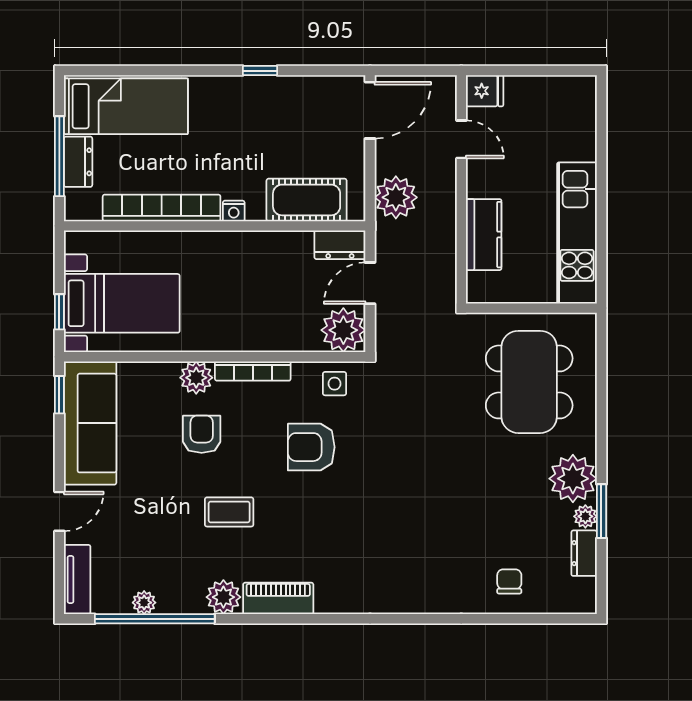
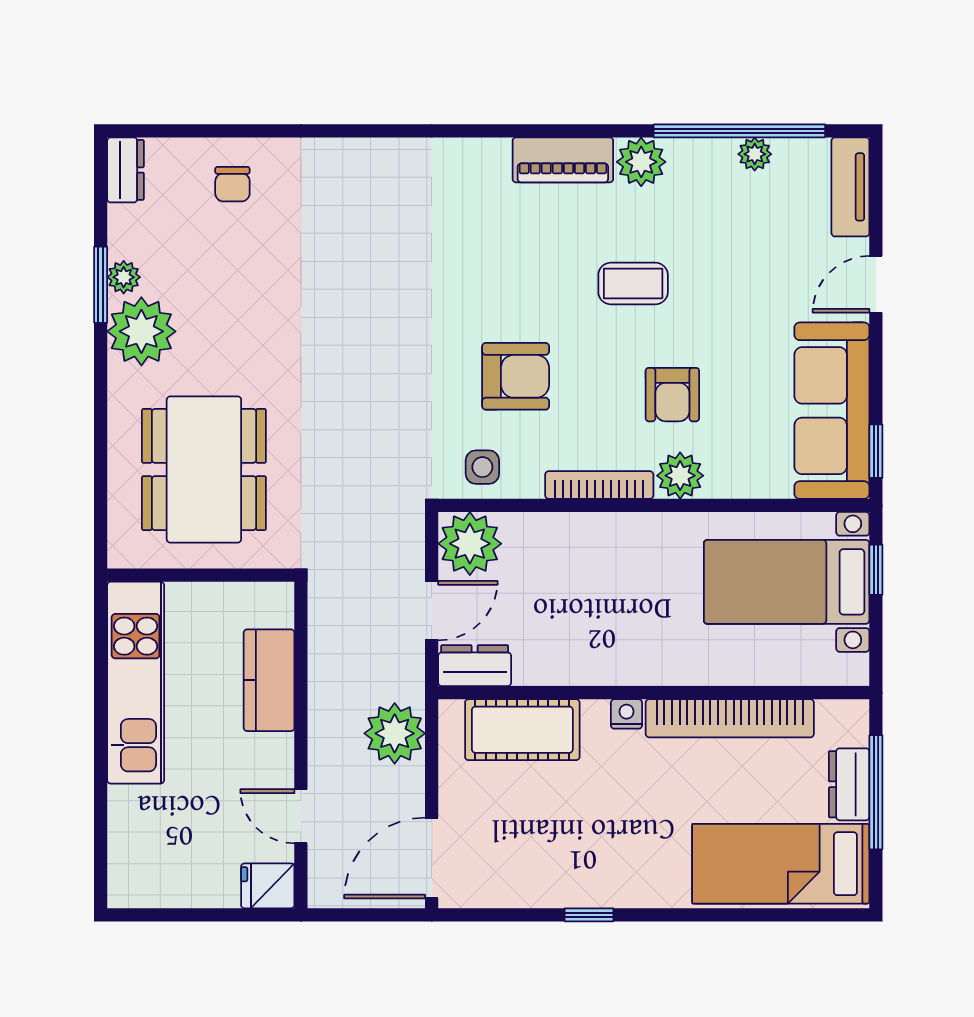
dresser: (584, 553) -> (125, 170), moved

